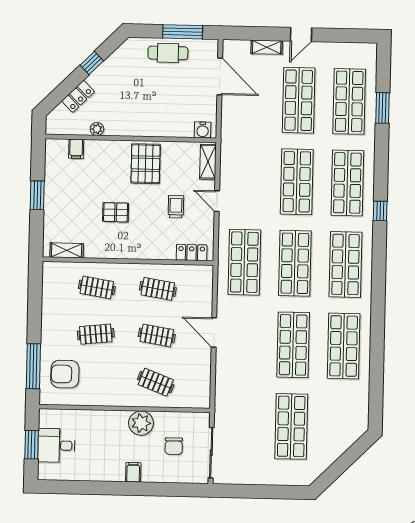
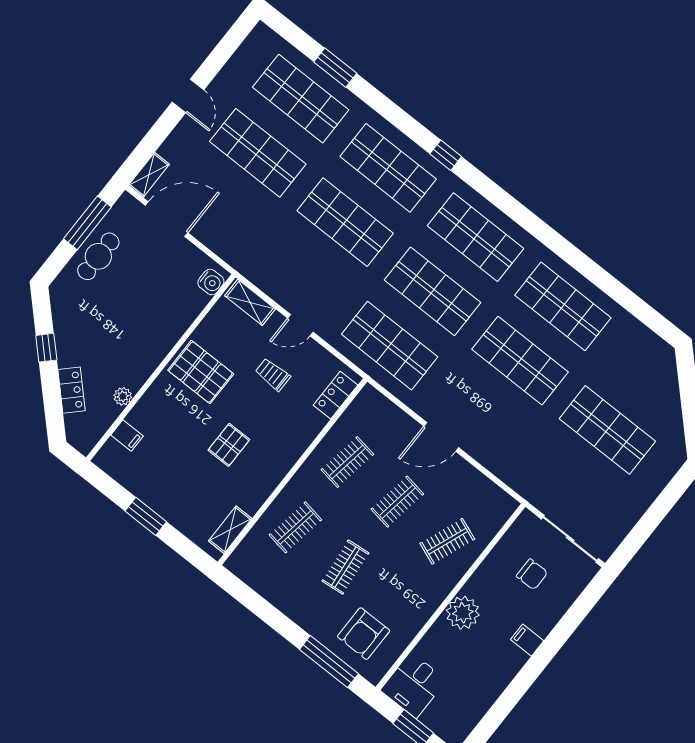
shelving: (267, 47) -> (149, 175), moved
plant: (141, 423) -> (463, 613), moved
desk: (56, 445) -> (413, 685), moved

